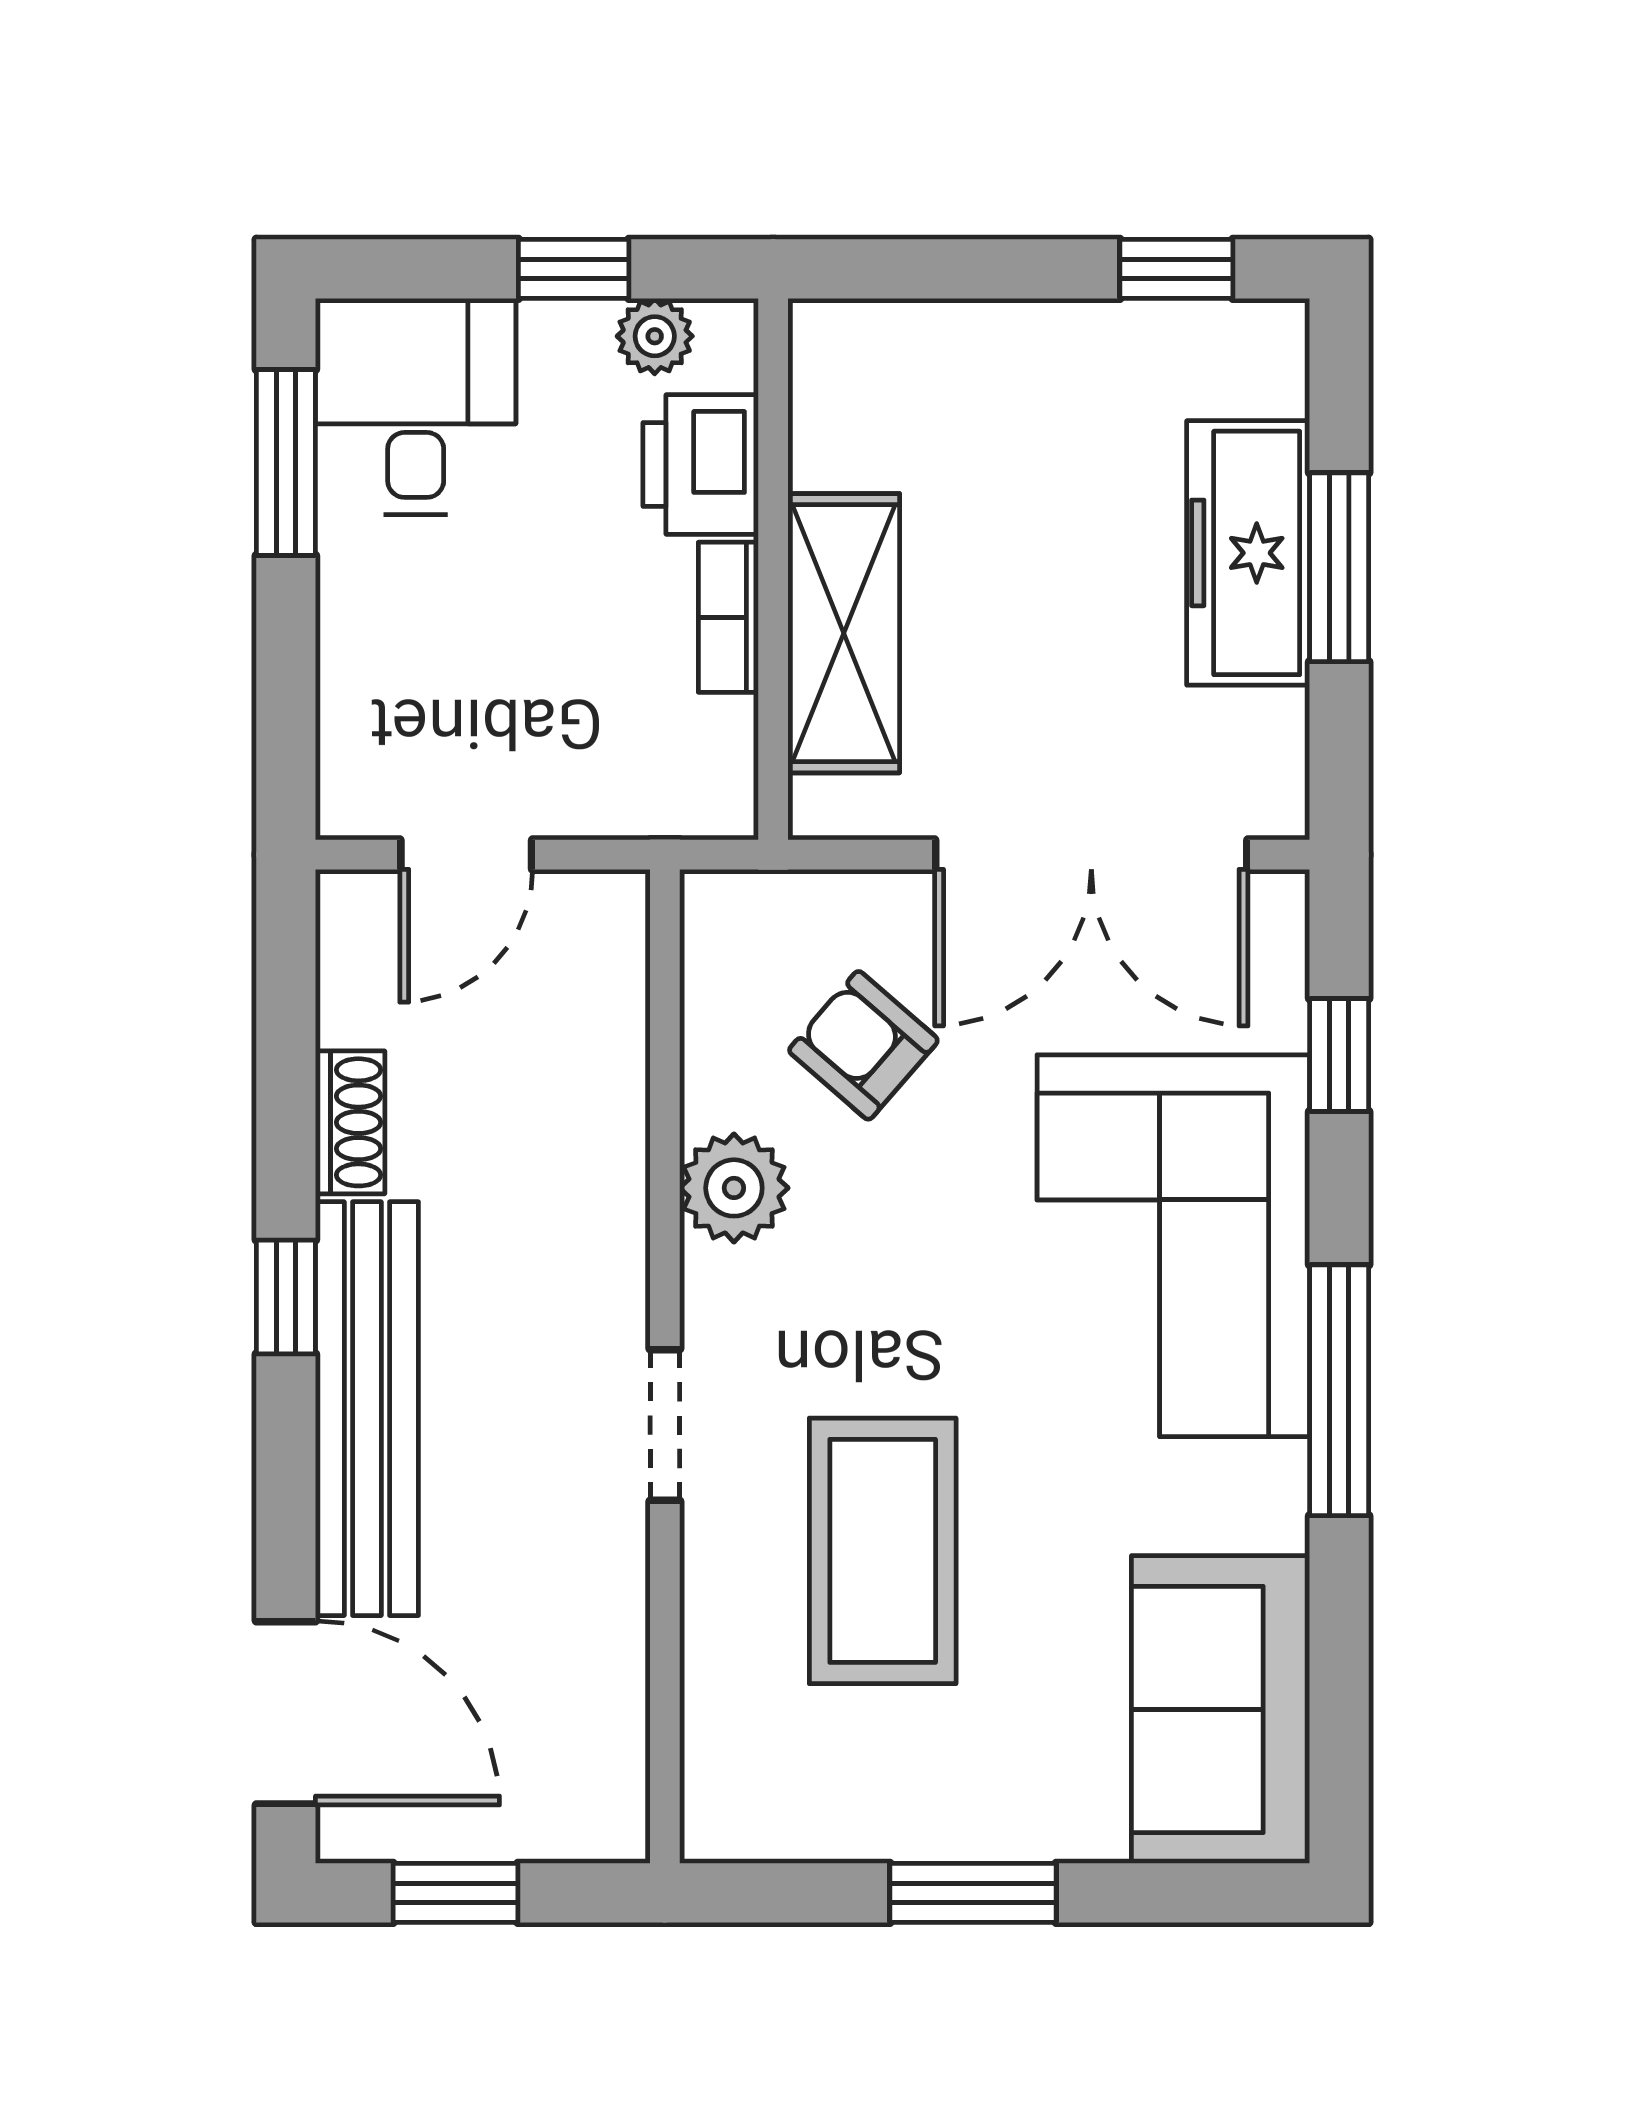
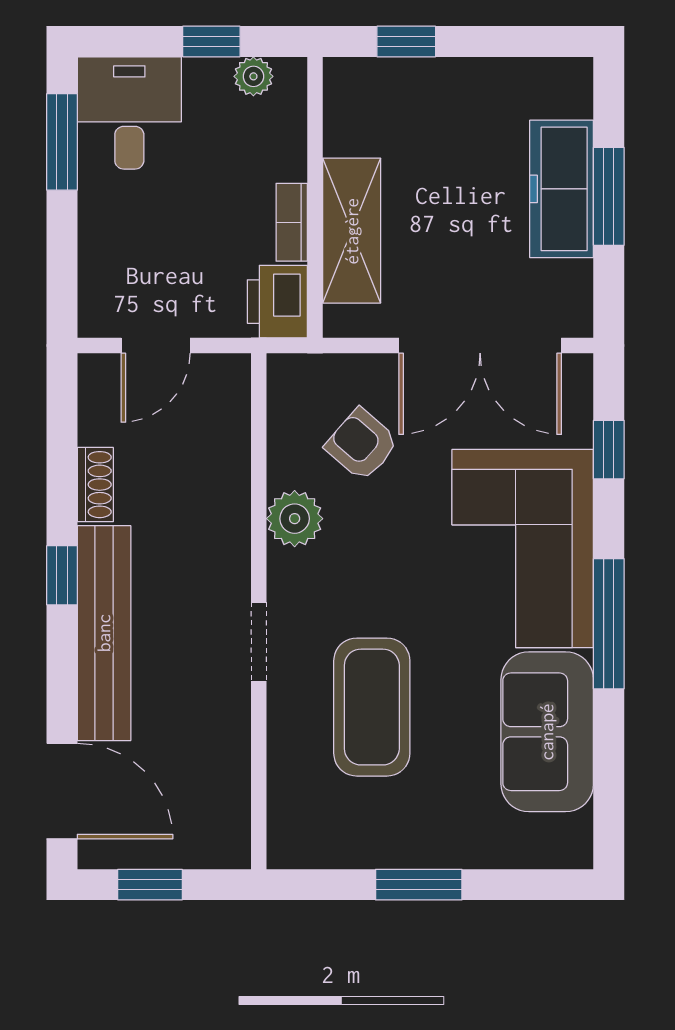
window: (1176, 269) -> (406, 41), moved
printer: (701, 464) -> (277, 302), moved
sofa: (1221, 1709) -> (547, 732), moved

